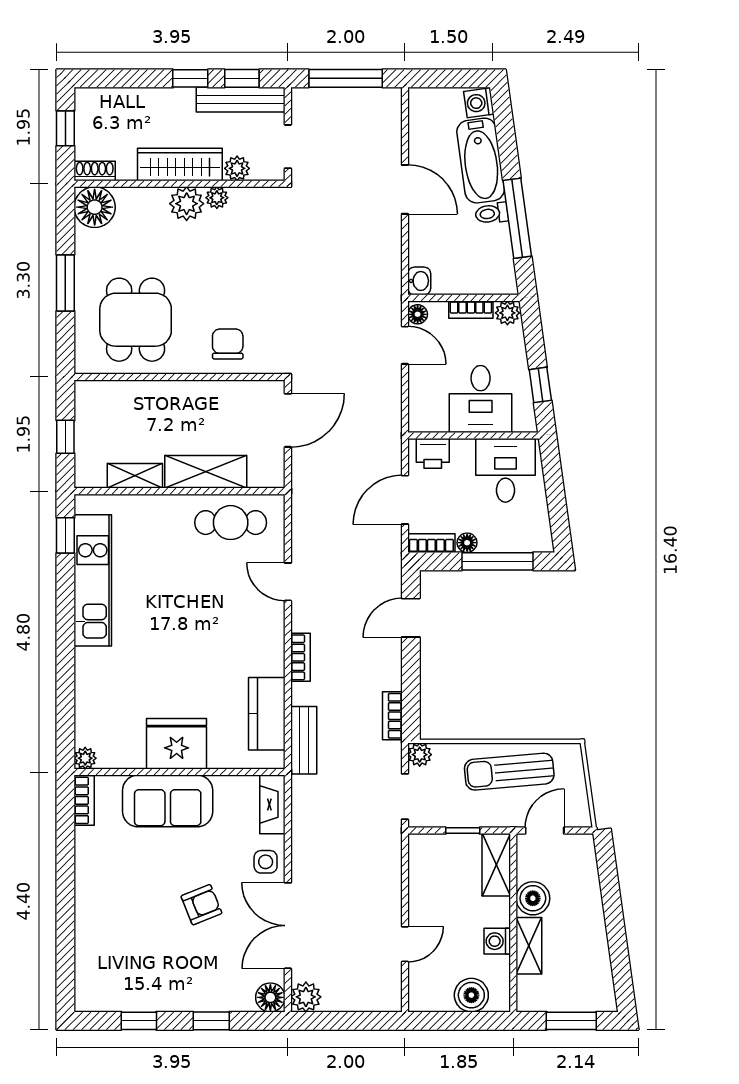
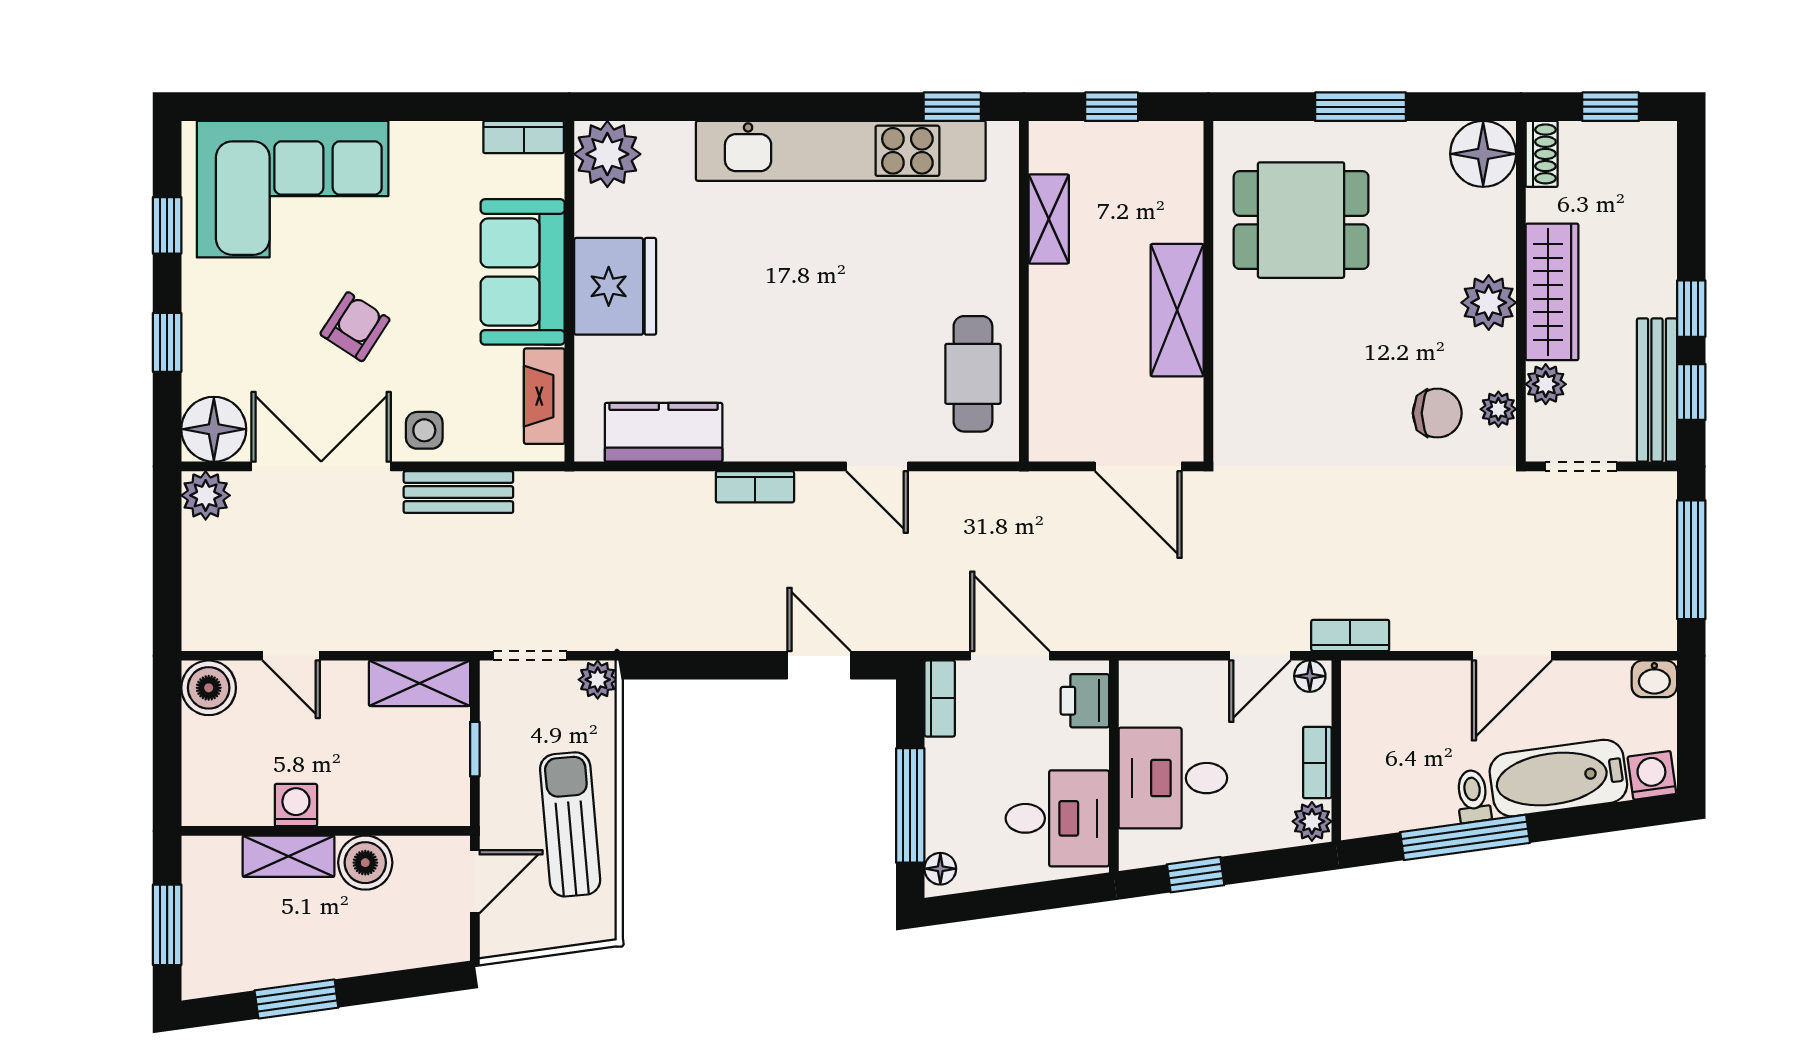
plant: (217, 198) -> (1498, 409), moved
washbasin: (419, 281) -> (1654, 679), moved
chair: (228, 344) -> (1437, 413), moved
shelving: (206, 472) -> (1177, 310), moved
floor lamp: (467, 543) -> (940, 869), moved
kitchen unit: (93, 580) -> (841, 151), width x1.36
door: (288, 582) -> (877, 466), swing flipped
bookcase: (392, 716) -> (1350, 635), moved
bench: (304, 740) -> (458, 492), moved
plant: (85, 758) -> (607, 154), width x1.88, depth x1.88
fireplace: (272, 804) -> (544, 396), moved, turned -90
door: (545, 831) -> (475, 882), hinge flipped
shelving: (496, 865) -> (419, 683), moved
armchair: (201, 905) -> (355, 327), turned -125
window: (617, 941) -> (296, 999), added
corner sofa: (116, 943) -> (293, 189), added
boiler: (471, 995) -> (209, 688), moved
floor lamp: (270, 997) -> (214, 429), width x1.38, depth x1.38

